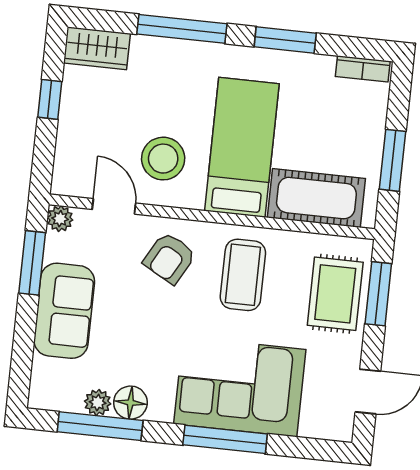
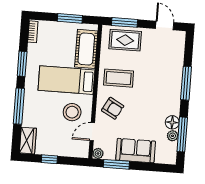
corner sofa: (240, 387) -> (164, 78), removed

